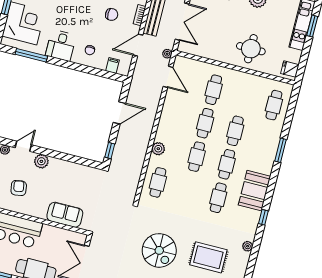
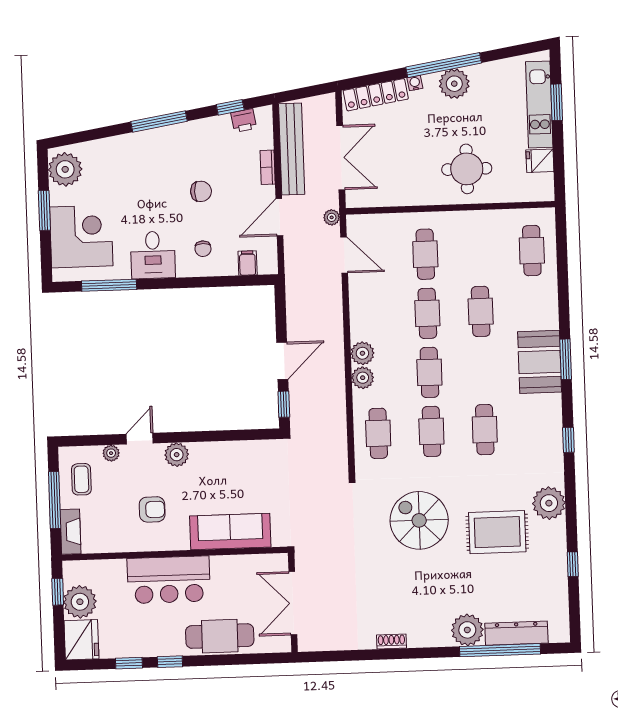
chair: (112, 14) -> (201, 191), moved
fridge: (290, 69) -> (540, 161), moved
door: (119, 113) -> (282, 361), moved
plant: (162, 135) -> (362, 353), added
window: (280, 150) -> (566, 359), moved
cafe table: (227, 164) -> (431, 431), moved
armchair: (19, 188) -> (152, 509), turned 99
booth: (254, 191) -> (540, 362), moved
sofa: (65, 215) -> (230, 532), width x1.36
plant: (248, 246) -> (549, 503), width x1.88, depth x1.88
spiral stairs: (159, 250) -> (419, 520), moved, turned 180

